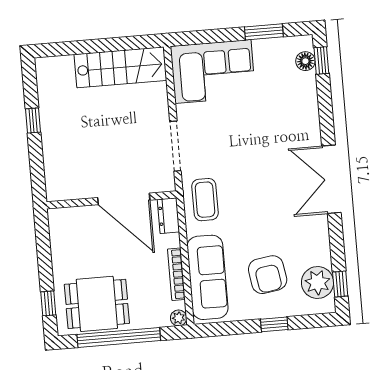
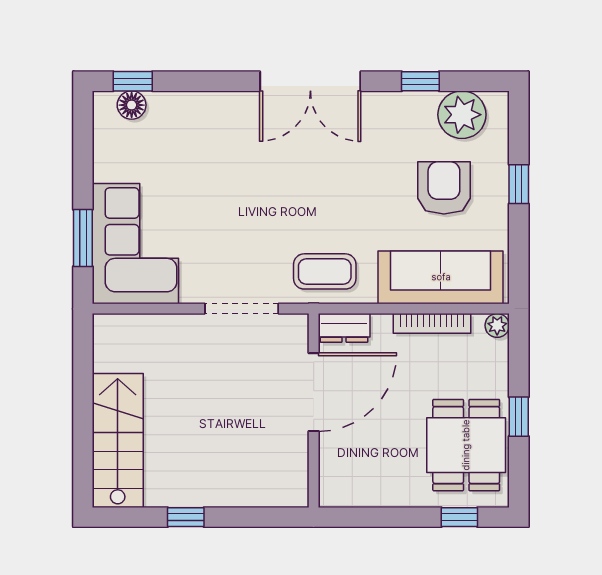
window: (264, 32) -> (83, 238), moved
stairs: (120, 67) -> (118, 440), moved
armchair: (268, 275) -> (444, 188), turned -81
window: (340, 284) -> (420, 81), moved
window: (119, 337) -> (519, 417), width x0.32

